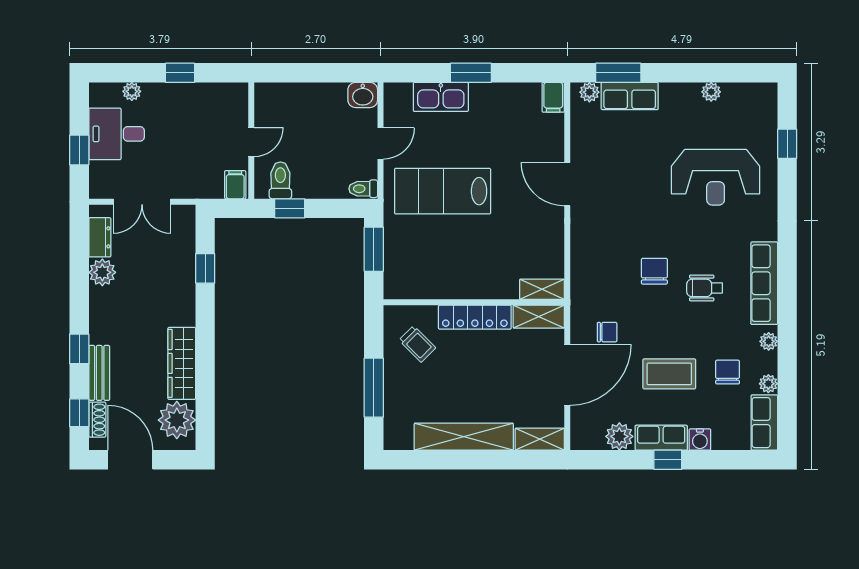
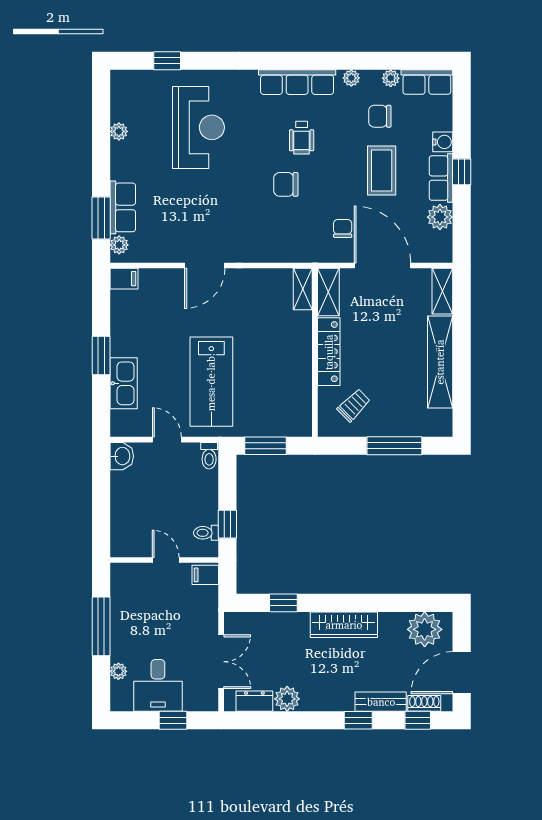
window: (180, 73) -> (101, 626), width x2.17
toilet: (280, 180) -> (206, 533), width x0.73, depth x0.72
wardrobe: (182, 363) -> (344, 625), moved

